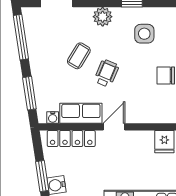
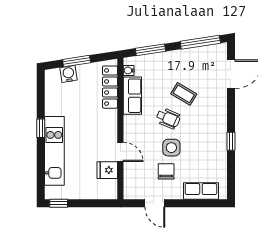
plant: (103, 17) -> (219, 115), removed
side table: (144, 34) -> (171, 148), moved
door: (114, 127) -> (120, 152), moved

